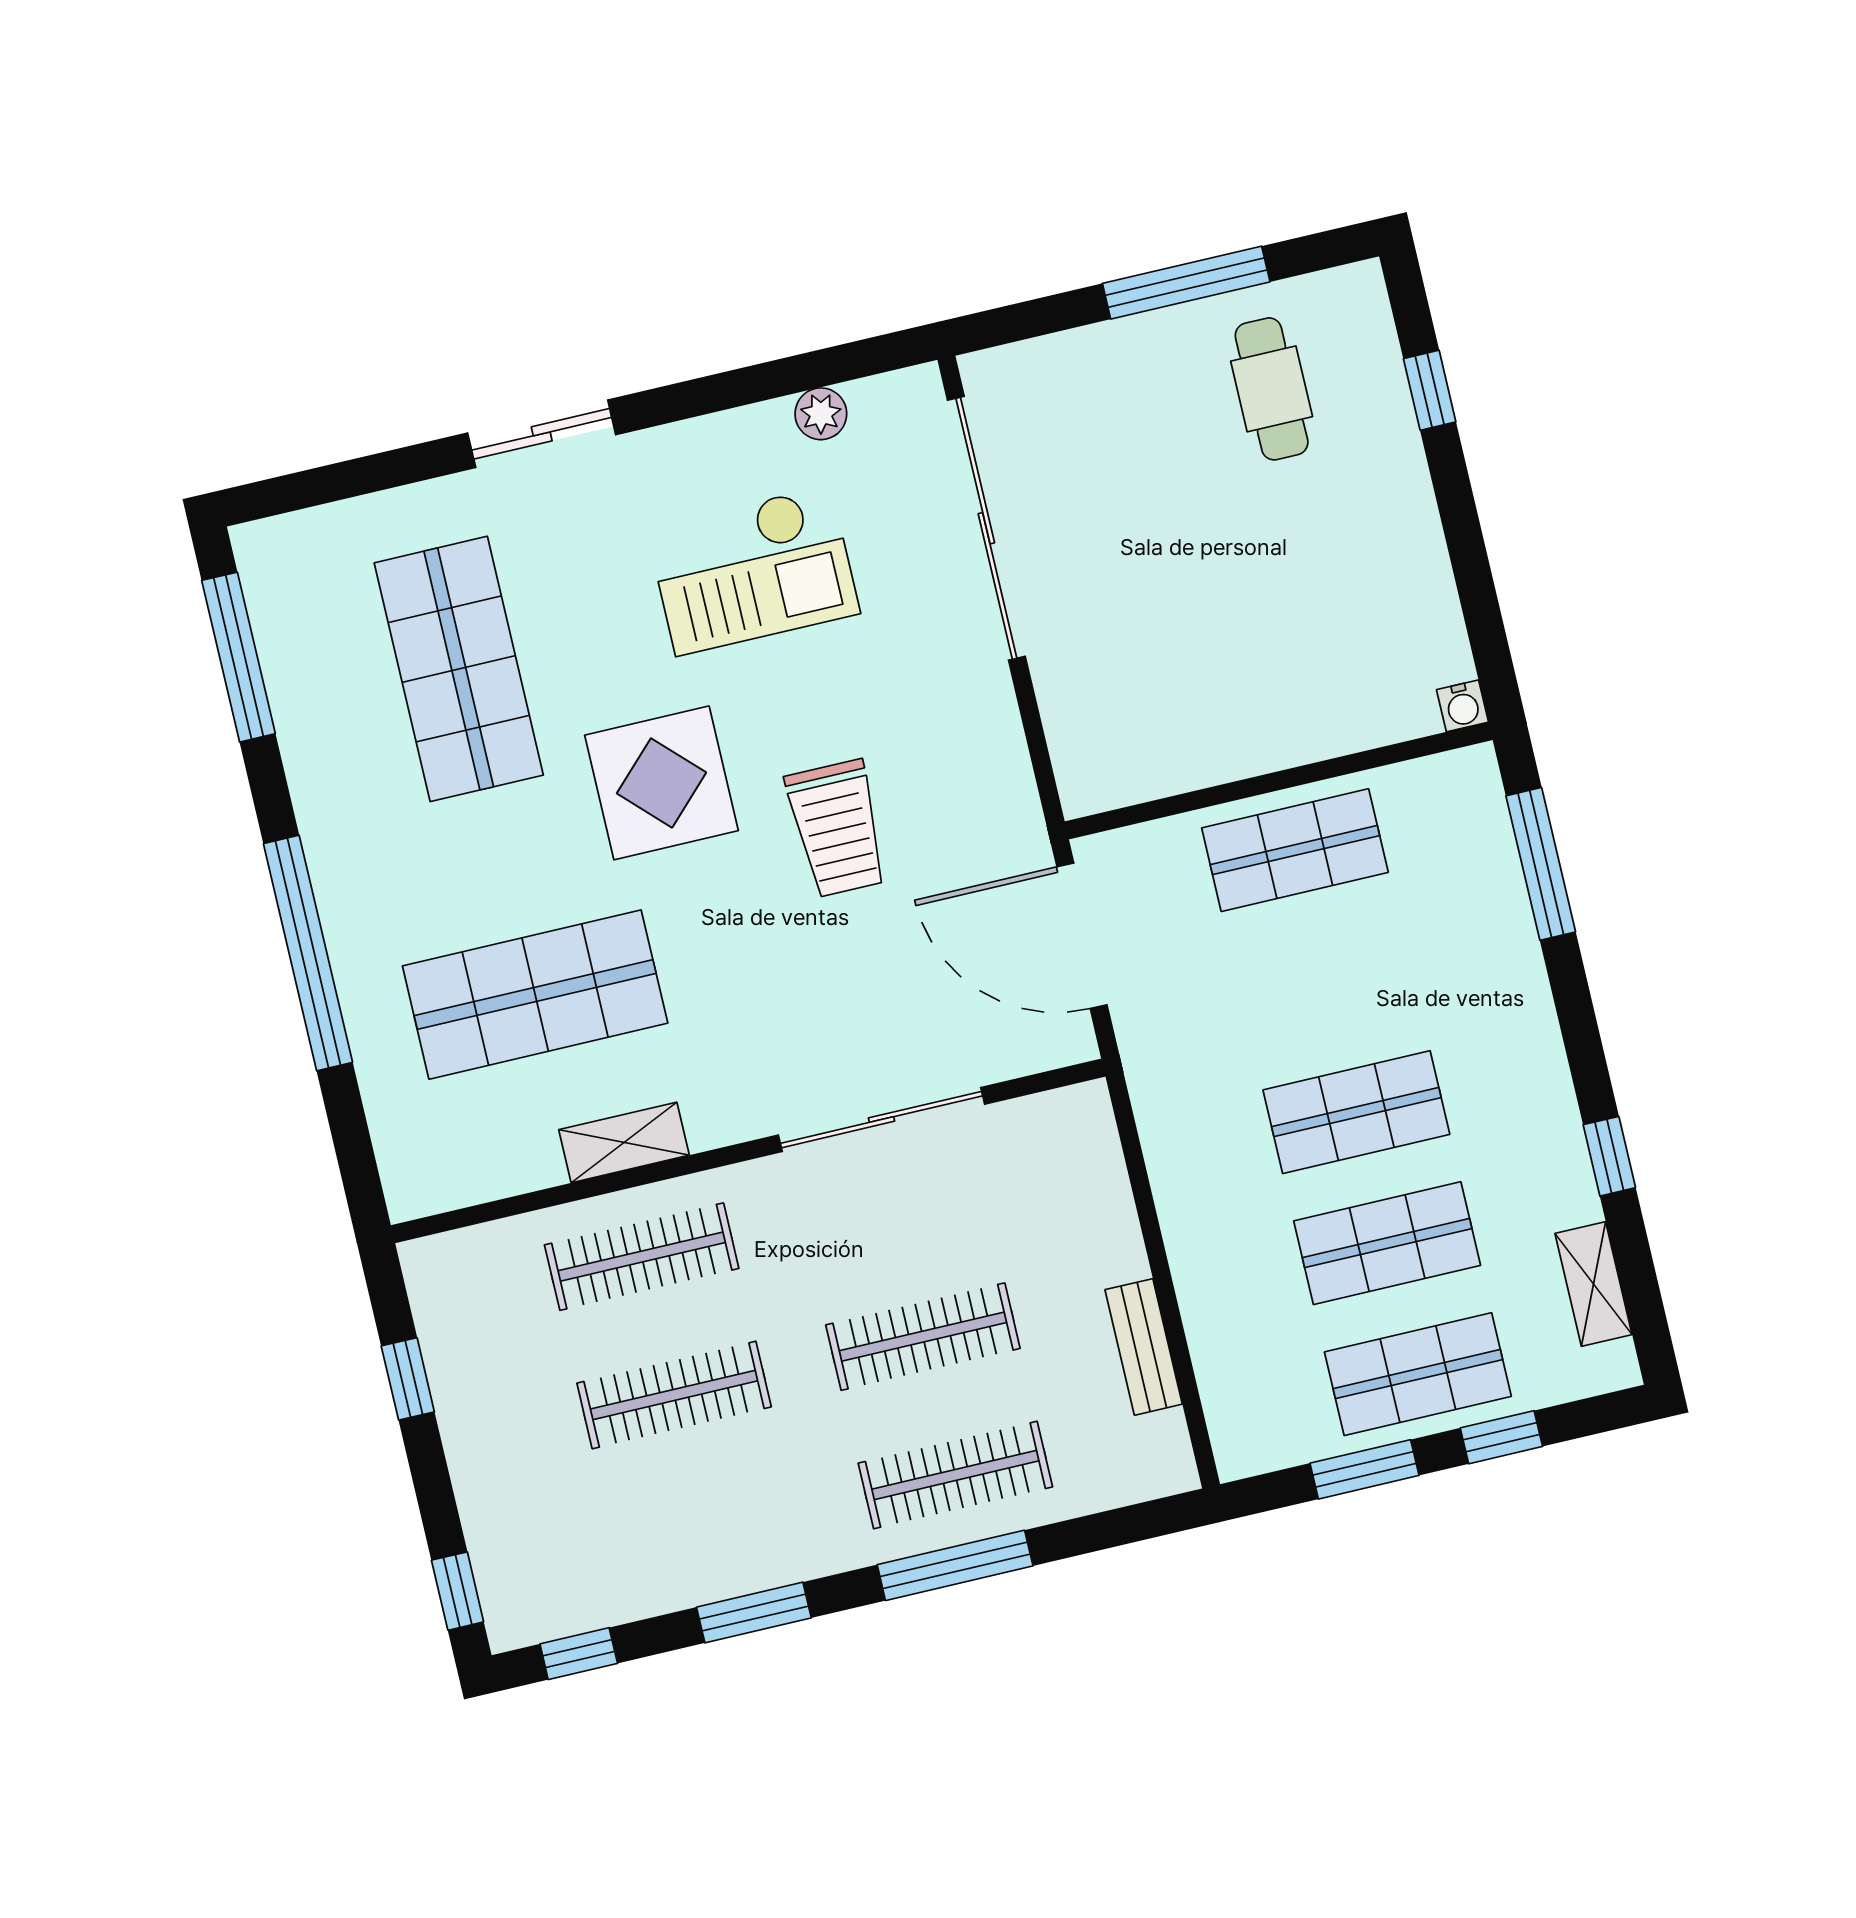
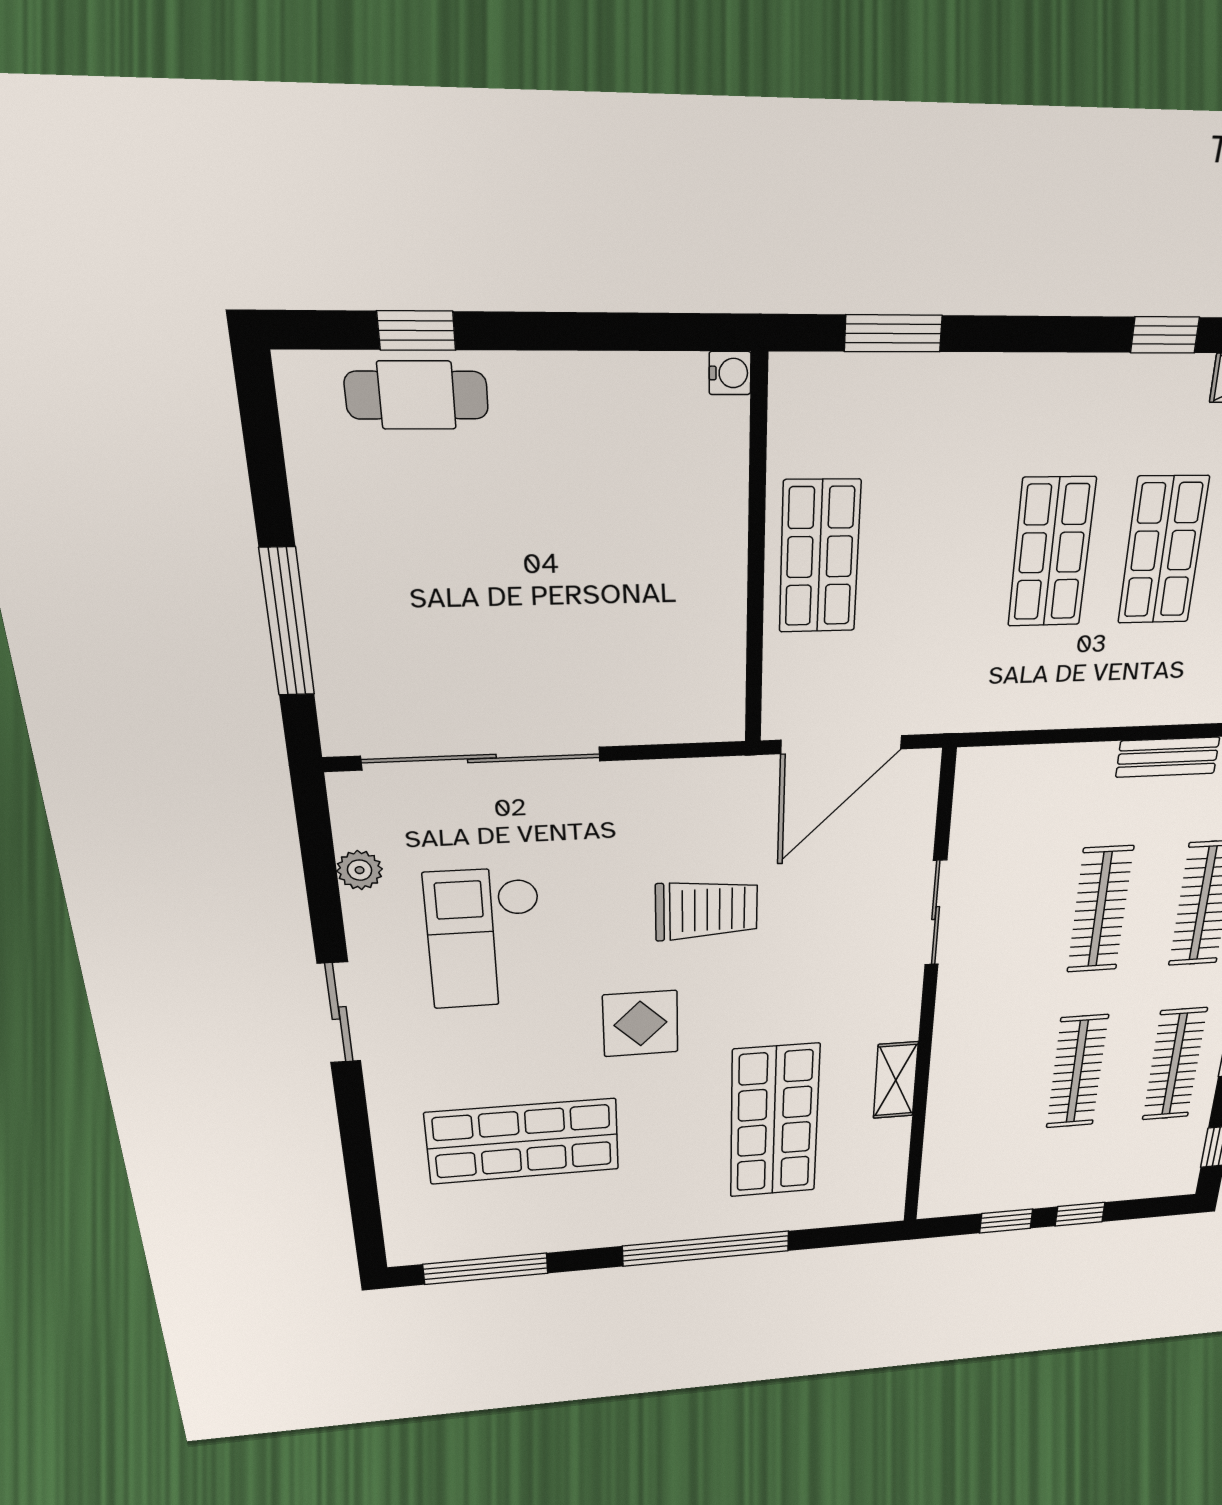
window: (1186, 283) -> (287, 622), moved
cafe table: (1272, 389) -> (417, 395), moved
sliding door: (542, 434) -> (339, 1013), moved
checkout: (753, 570) -> (485, 939), turned 180
display table: (661, 783) -> (640, 1024), width x0.73, depth x0.73
window: (1541, 864) -> (893, 333), width x0.69
sliding door: (881, 1120) -> (936, 913), width x0.73
clothes rail: (642, 1257) -> (1174, 1064), moved
window: (458, 1591) -> (1080, 1214), moved

